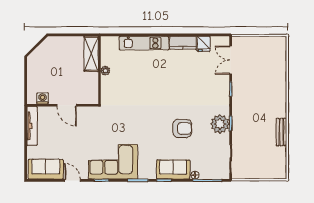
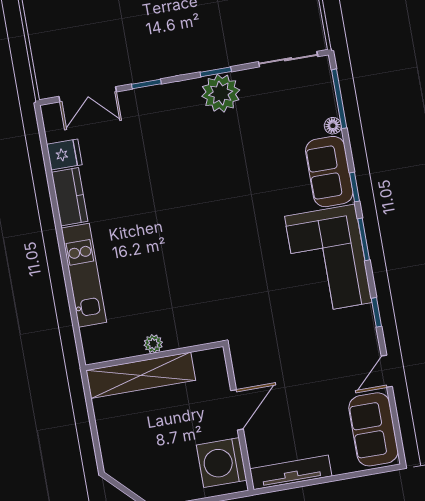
shelving: (91, 54) -> (141, 375), width x1.47
washing machine: (43, 98) -> (222, 463), width x1.89, depth x1.89
armchair: (182, 129) -> (243, 168), removed
corner sofa: (113, 162) -> (328, 259), moved

